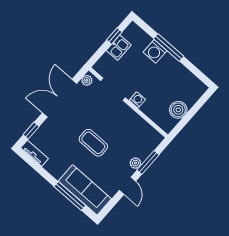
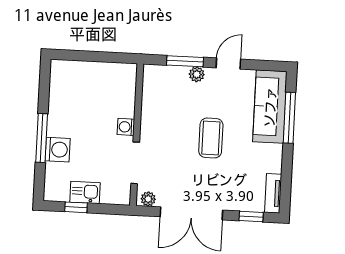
boiler: (178, 110) -> (101, 74), removed

